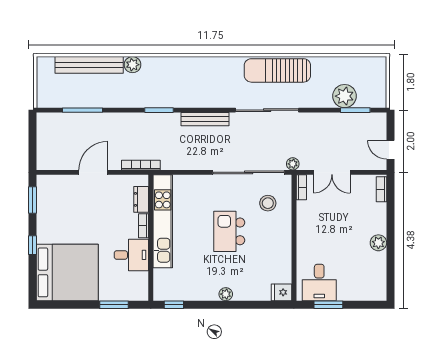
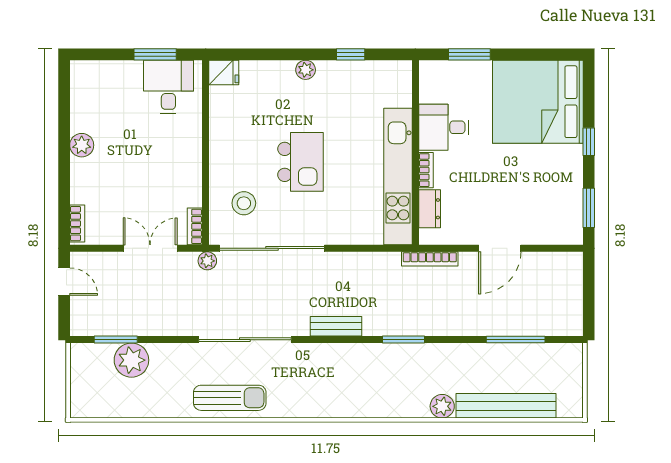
sun lounger: (277, 70) -> (230, 398), width x0.73, depth x0.75
bench: (205, 119) -> (336, 326), width x0.73
window: (174, 305) -> (351, 54), moved

